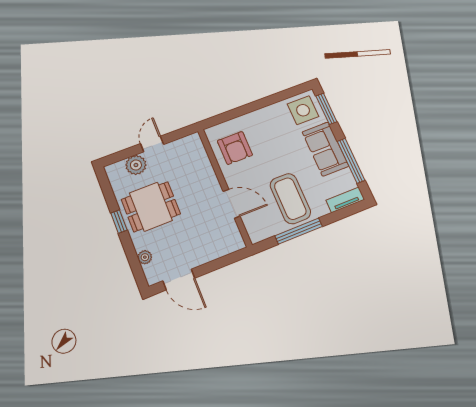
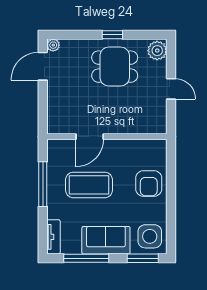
armchair: (235, 148) -> (149, 183), moved, turned -90
plant: (136, 165) -> (157, 51), moved
coffee table: (290, 199) -> (89, 185), moved
dining table: (151, 207) -> (115, 67), turned 90
plant: (145, 257) -> (53, 45), moved

